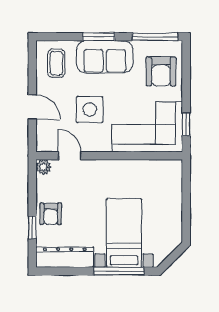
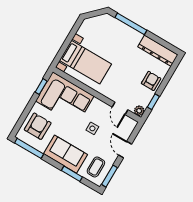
window: (99, 37) -> (72, 174), moved
window: (32, 62) -> (110, 176), added
side table: (90, 110) -> (92, 128), width x0.54, depth x0.54
window: (32, 227) -> (153, 102), moved
bed with nightstands: (124, 233) -> (85, 62), moved, turned -90

